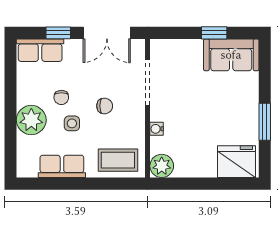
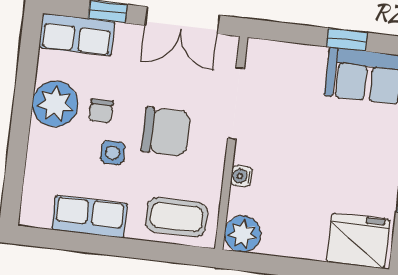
chair: (105, 106) -> (166, 132), width x1.87, depth x1.87
plant: (31, 120) -> (55, 104), moved

